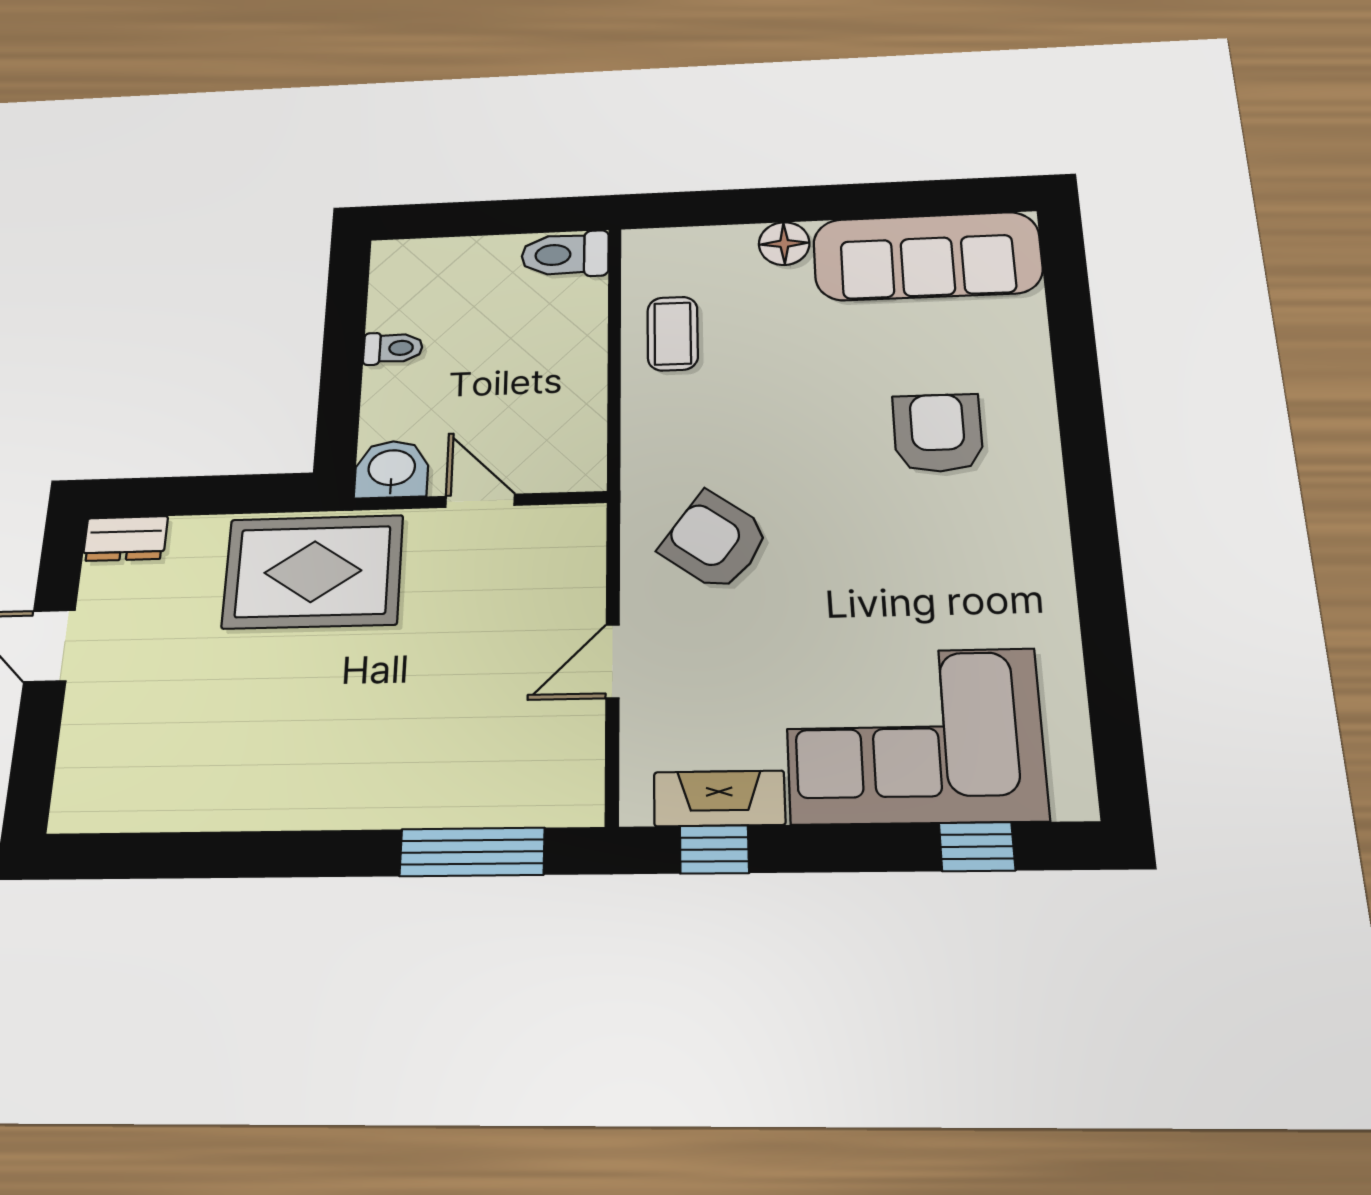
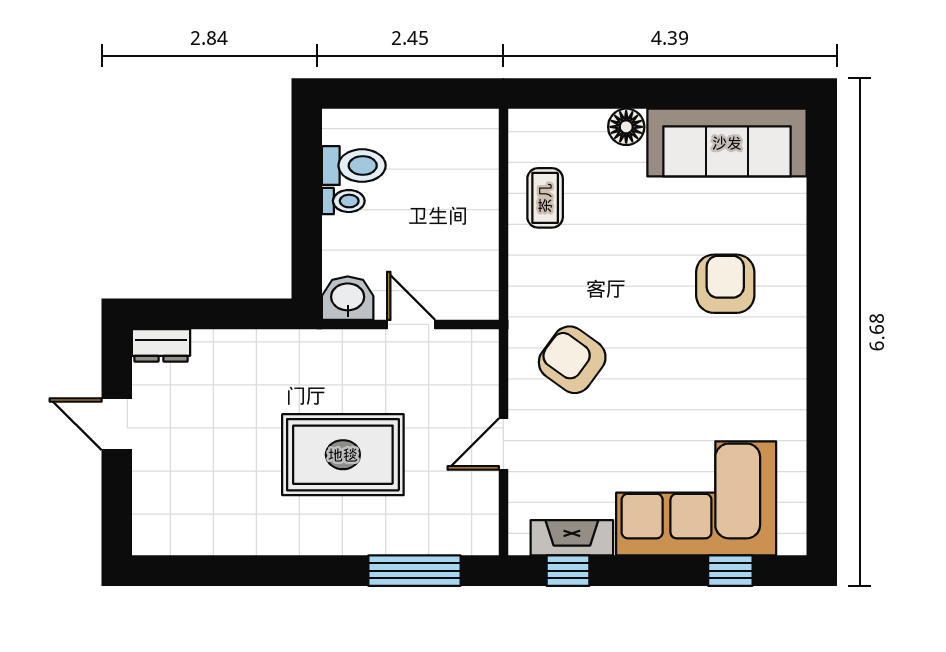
toilet: (565, 254) -> (354, 166), moved, turned 180
rug: (313, 572) -> (343, 455), moved

